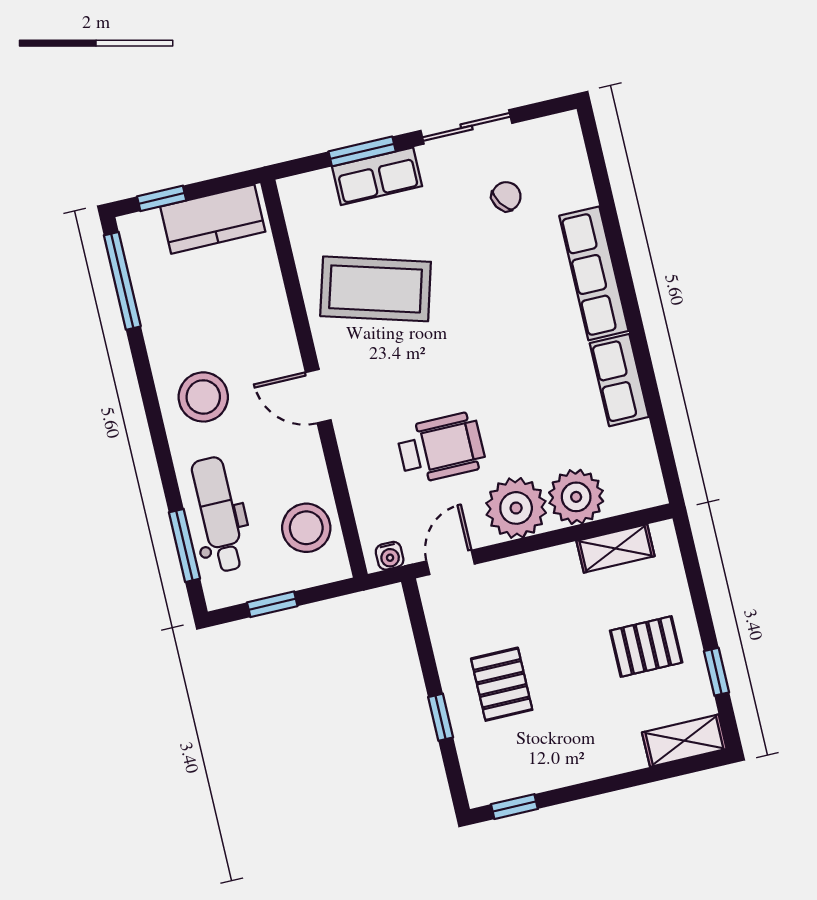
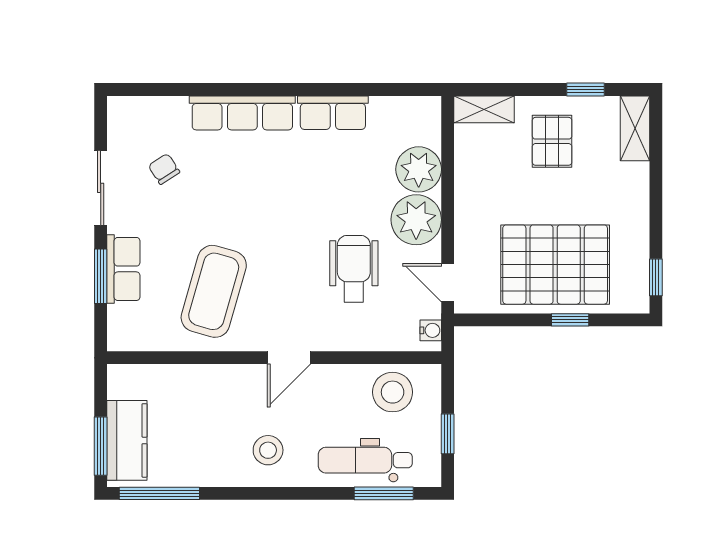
window: (162, 198) -> (101, 446), width x1.50
kitchen counter: (213, 219) -> (127, 440), moved
stool: (203, 397) -> (268, 450), width x0.73, depth x0.73
shelving: (615, 548) -> (484, 109), moved, turned 90
pallet: (502, 684) -> (555, 265), width x2.05, depth x2.00

